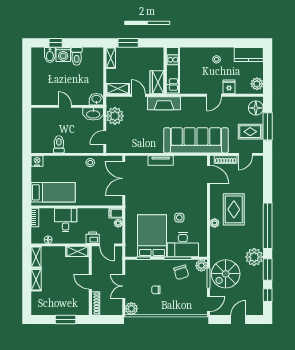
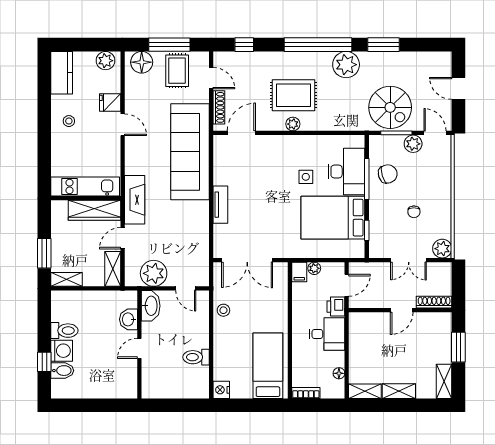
wardrobe: (157, 82) -> (94, 210), width x1.50
washbasin: (96, 99) -> (128, 319), moved
desk: (66, 220) -> (327, 334), moved, turned 180
plant: (215, 223) -> (293, 124), moved
shelving: (77, 251) -> (444, 381), moved
plant: (254, 257) -> (346, 65), moved
plant: (201, 266) -> (413, 144), moved
window: (268, 295) -> (244, 45), moved

